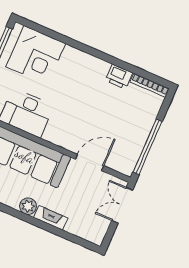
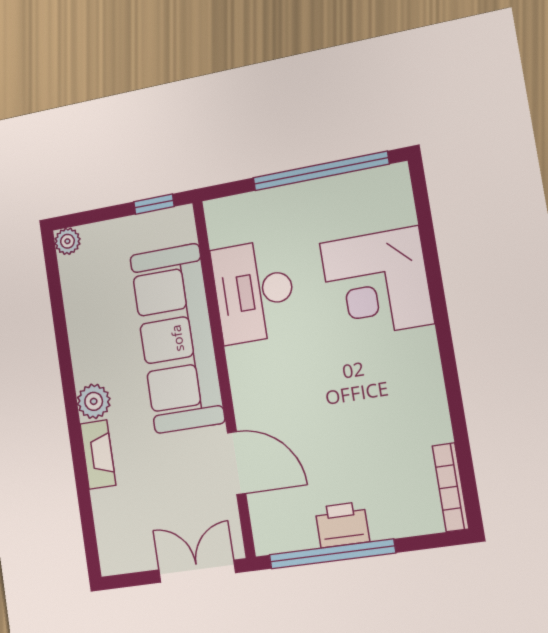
corner desk: (36, 55) -> (377, 283), moved
printer: (119, 77) -> (342, 525), moved, turned 90

